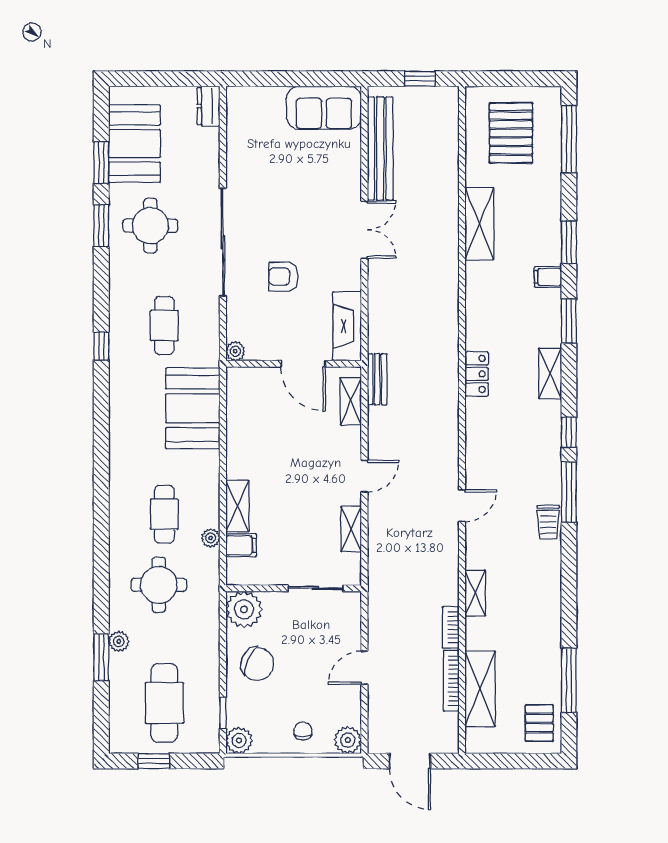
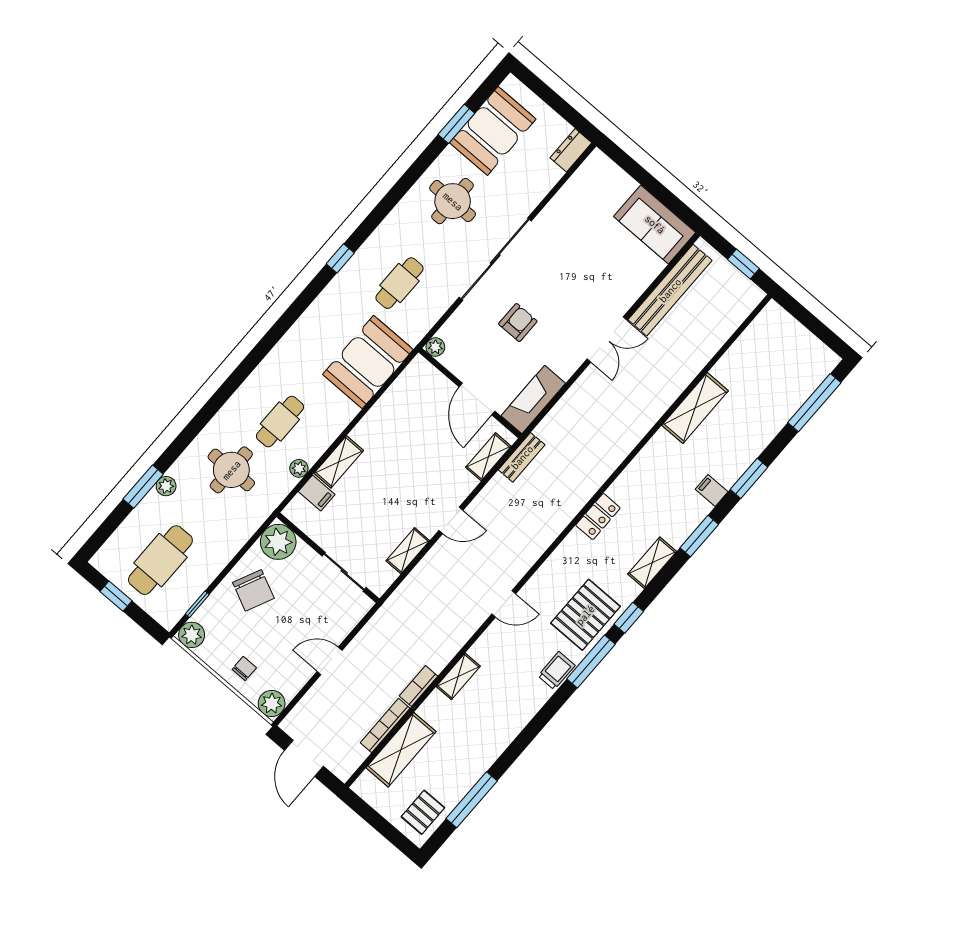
pallet: (511, 133) -> (585, 615), moved
window: (101, 226) -> (416, 170), removed
armchair: (283, 276) -> (518, 323), turned 90
trolley: (548, 522) -> (556, 671), turned 180

